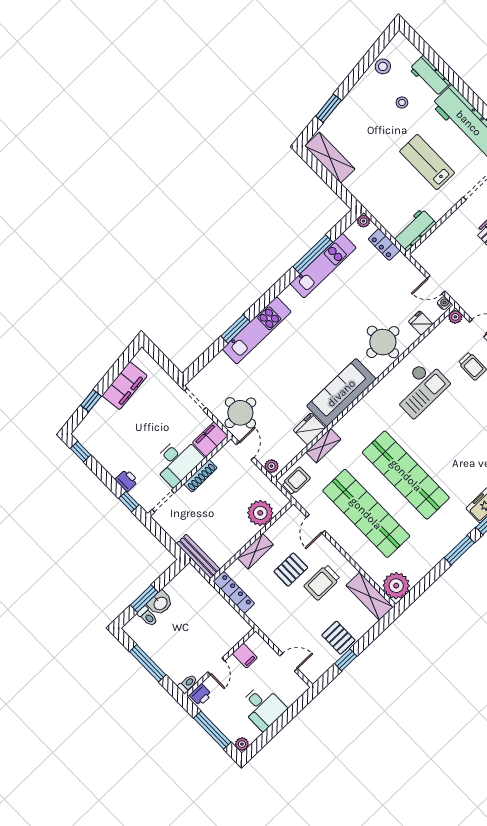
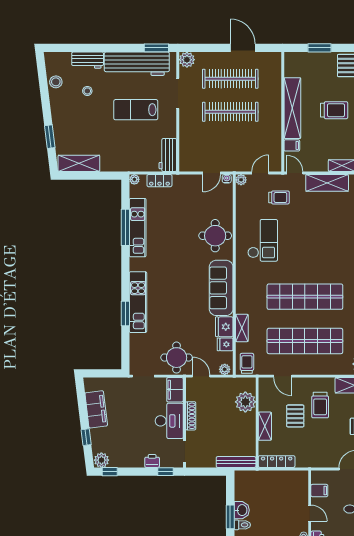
fridge: (421, 323) -> (225, 344), moved
plant: (84, 434) -> (101, 460), added

